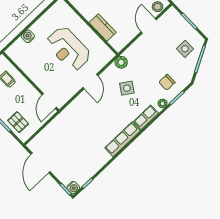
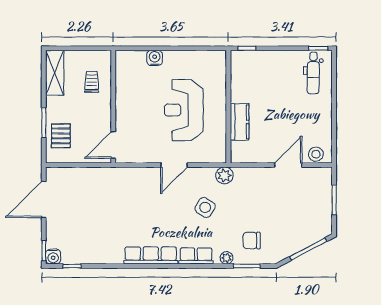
side table: (185, 49) -> (303, 224), removed

